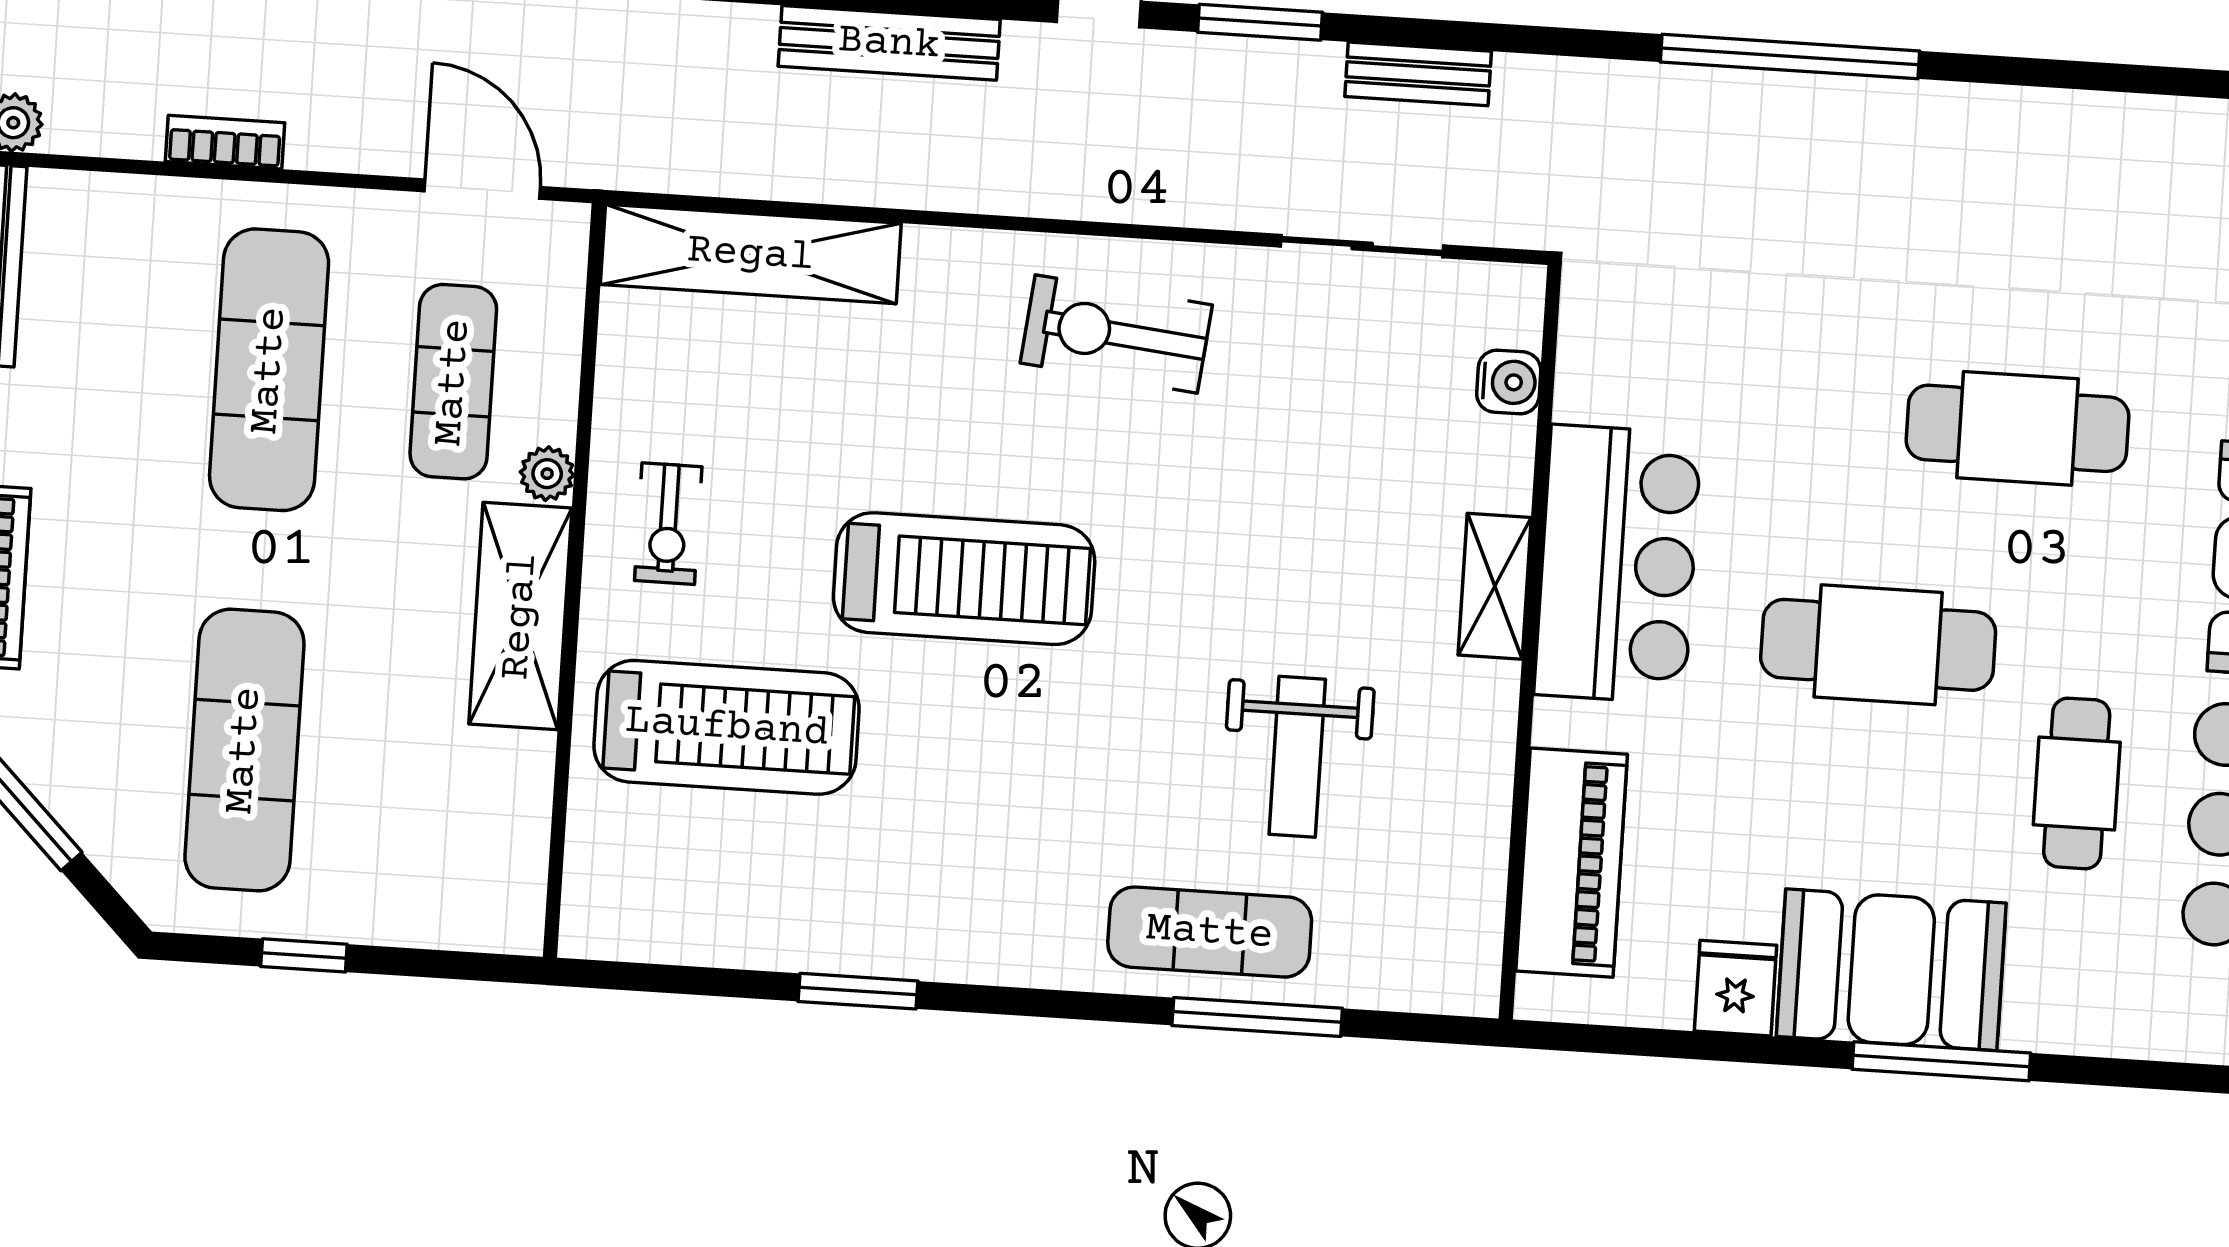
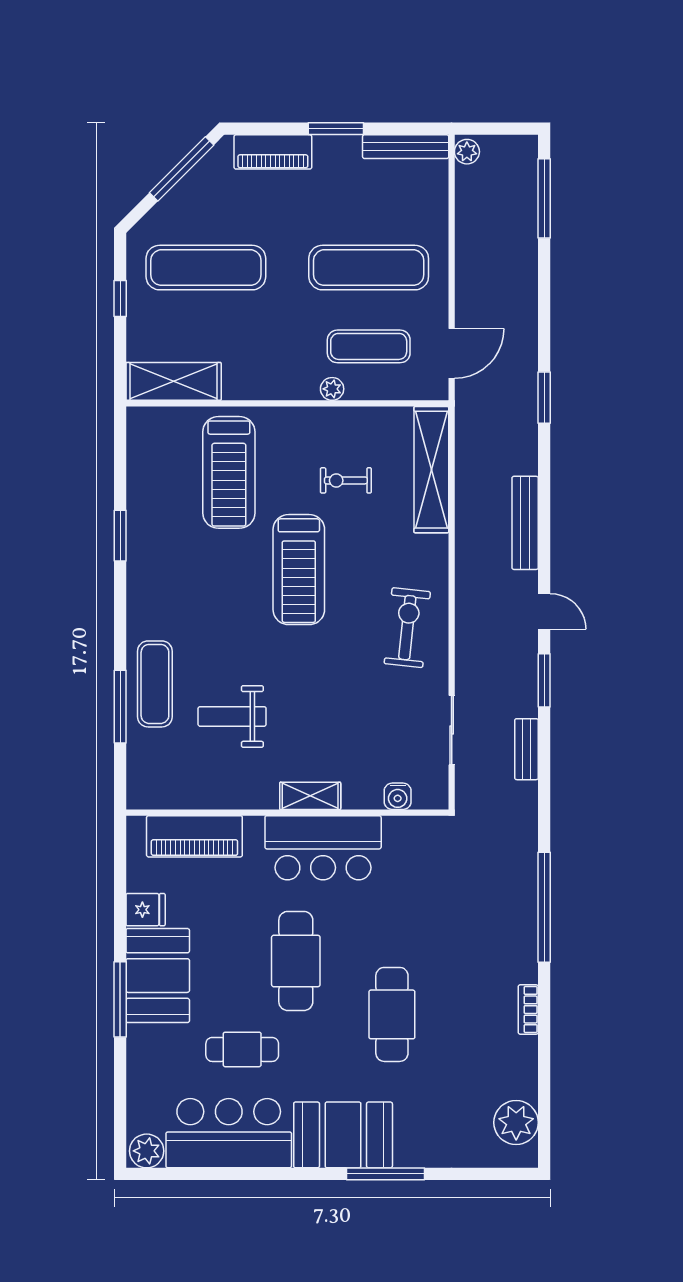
bookcase: (225, 142) -> (528, 1010), moved, turned 180
exercise bike: (668, 524) -> (346, 480), moved
shelving: (520, 616) -> (174, 381), moved

